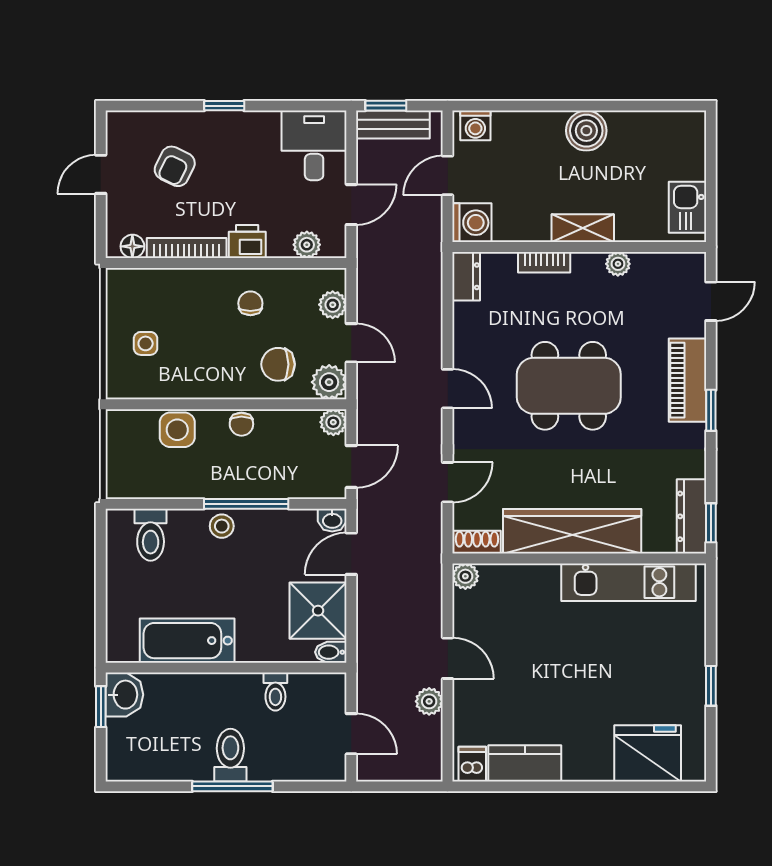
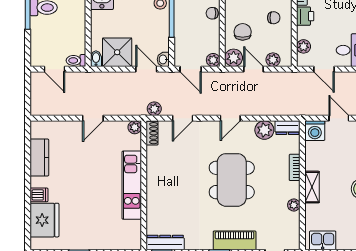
plant: (471, 322) -> (264, 130), added
door: (351, 343) -> (254, 69), swing flipped
door: (448, 482) -> (183, 118), hinge flipped
wardrobe: (572, 531) -> (158, 182), removed
kitchen unit: (628, 582) -> (132, 185), moved
toilet: (275, 692) -> (76, 60), moved
plant: (429, 701) -> (154, 109), moved
door: (351, 734) -> (54, 69), hinge flipped
dishwasher: (472, 764) -> (39, 195), moved

